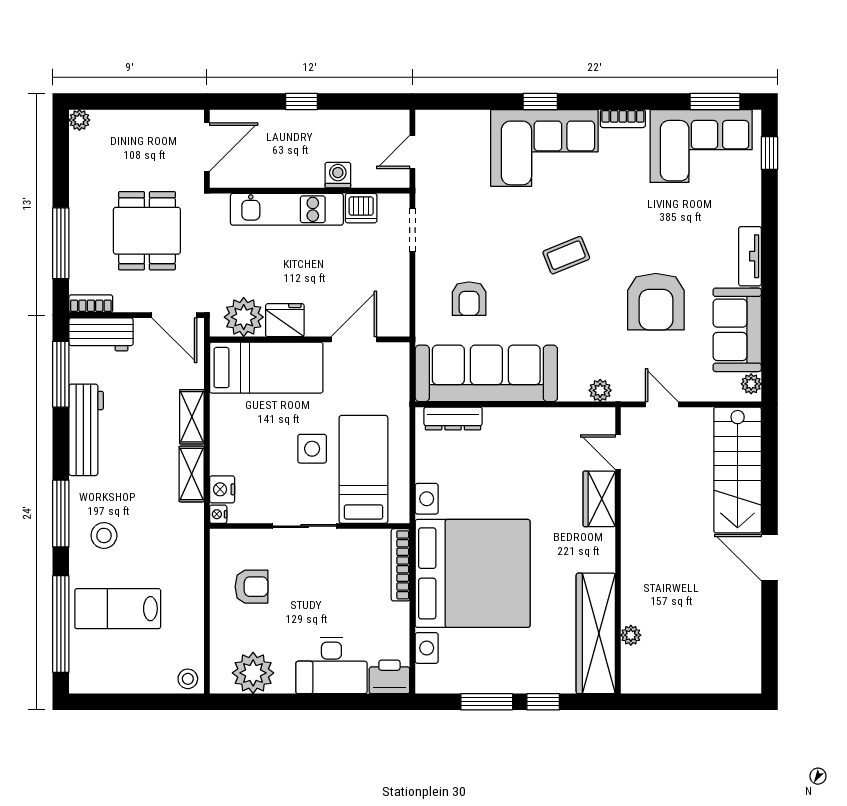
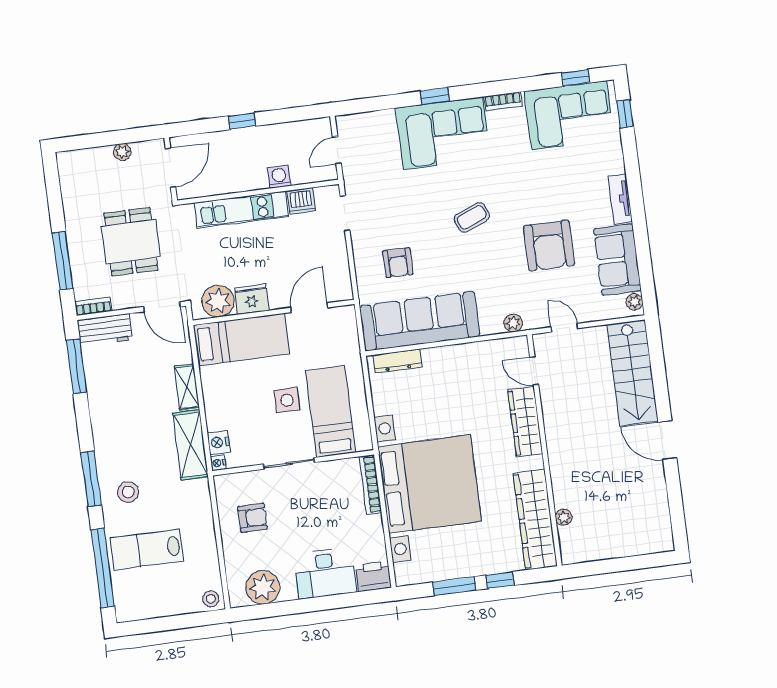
window: (715, 101) -> (576, 78), width x0.67
plant: (79, 120) -> (122, 152), moved
workbench: (86, 430) -> (103, 409), removed
shelving: (192, 474) -> (191, 445), width x1.50, depth x1.33
wardrobe: (599, 499) -> (525, 422), width x1.50

